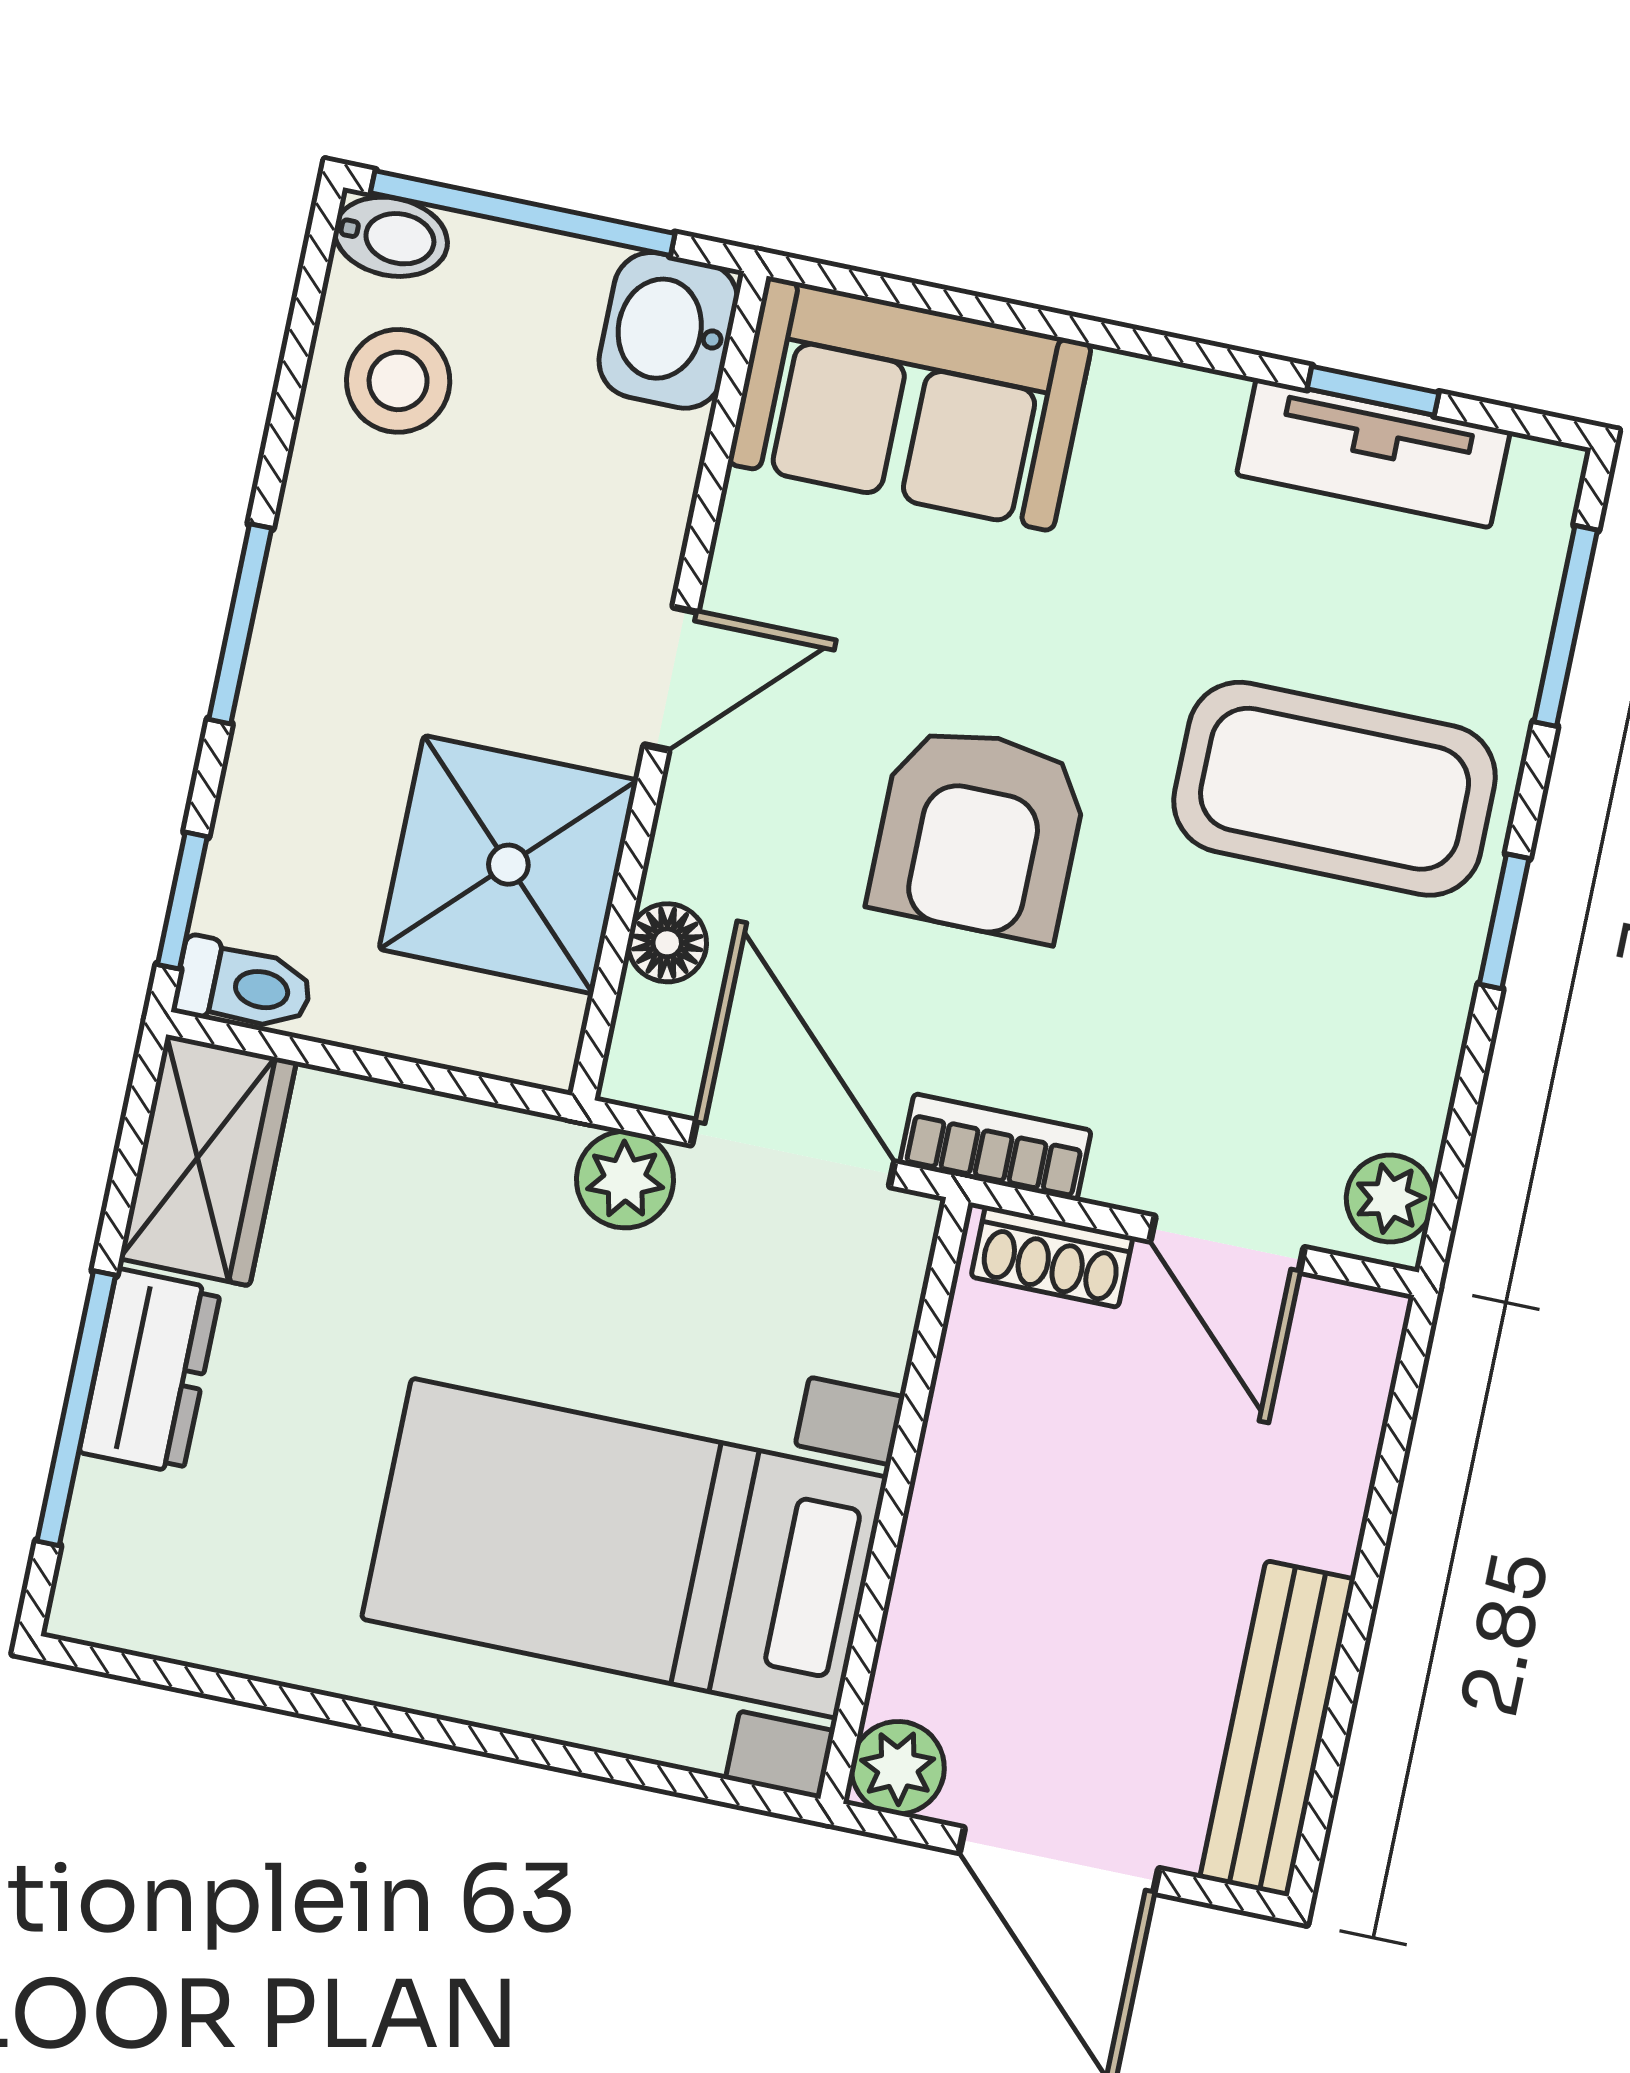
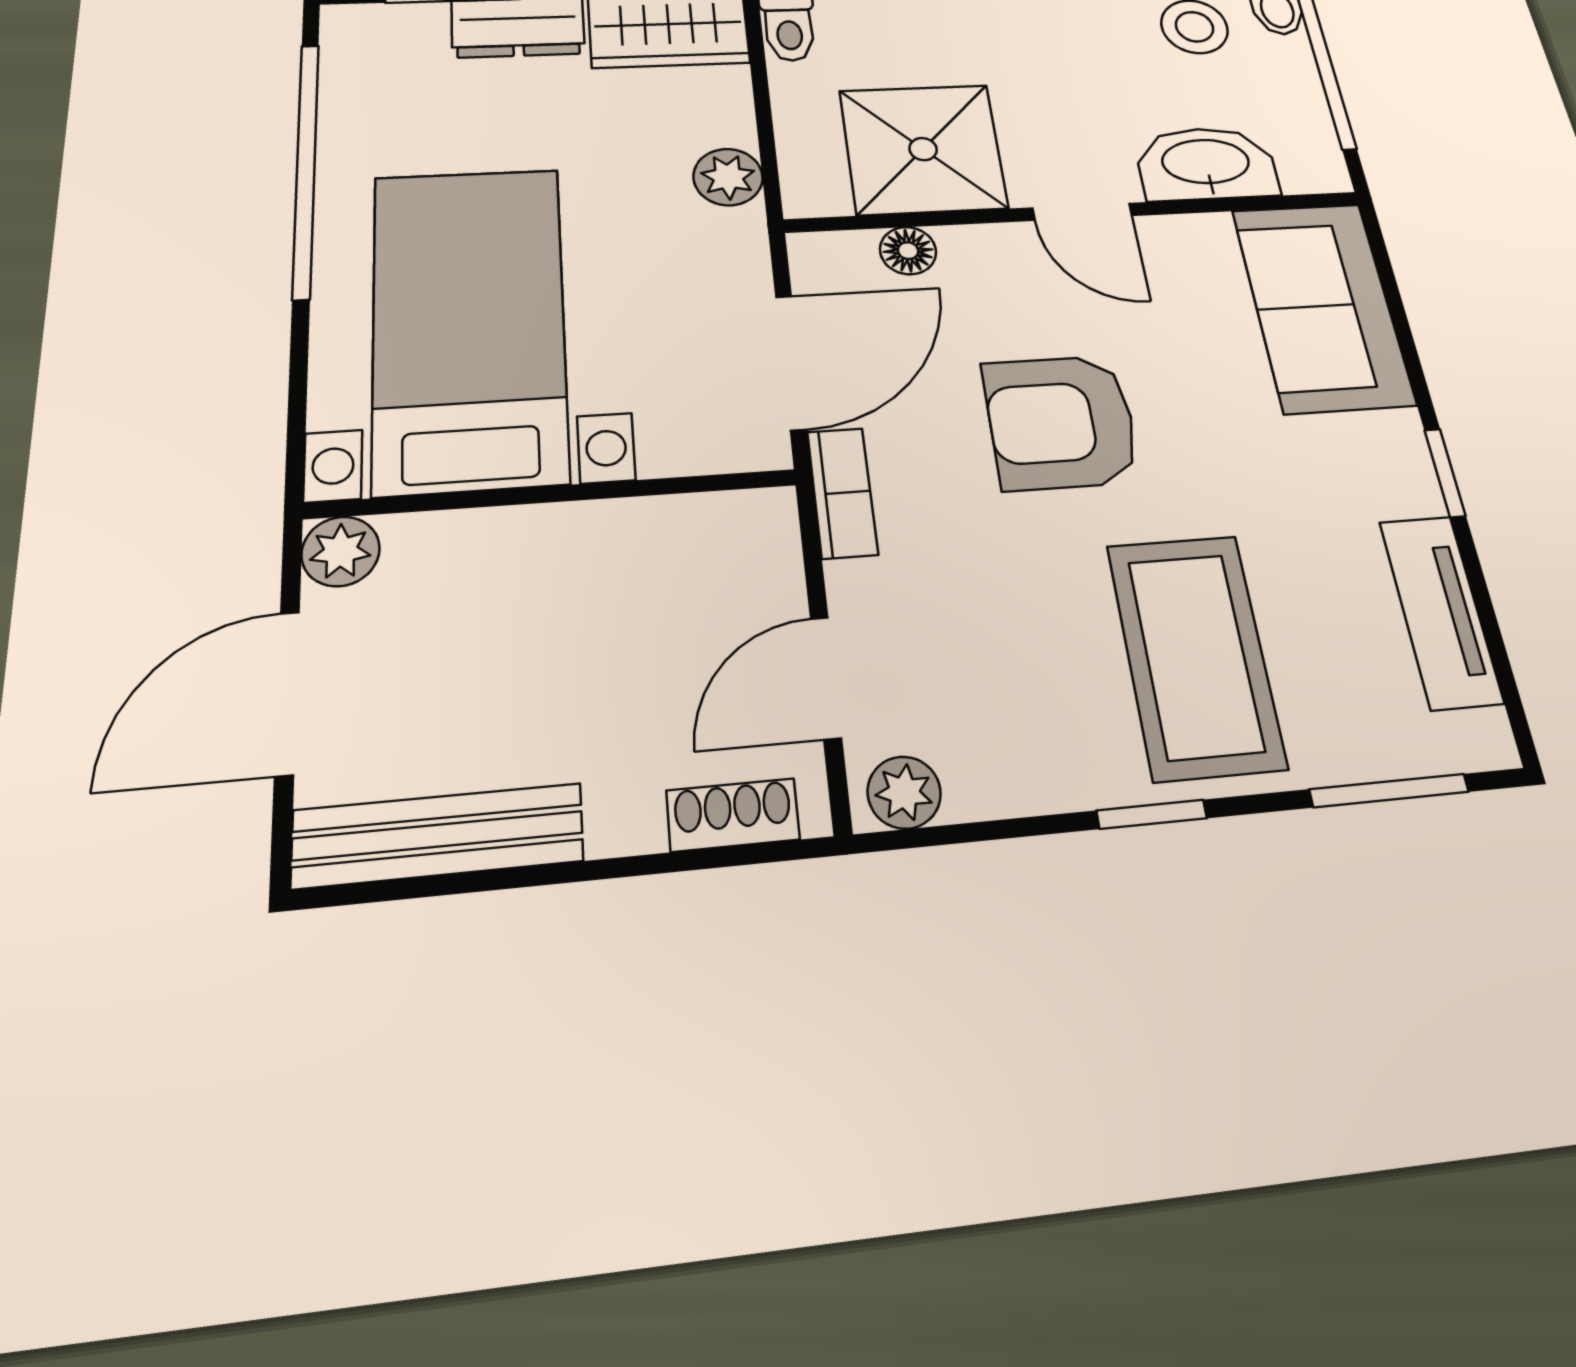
washbasin: (668, 330) -> (1206, 164), moved, width x1.38
window: (1373, 391) -> (1445, 473), moved
plant: (625, 1180) -> (728, 177), moved
shoe rack: (1052, 1257) -> (733, 815), moved, turned 90
window: (321, 1706) -> (306, 168), added

